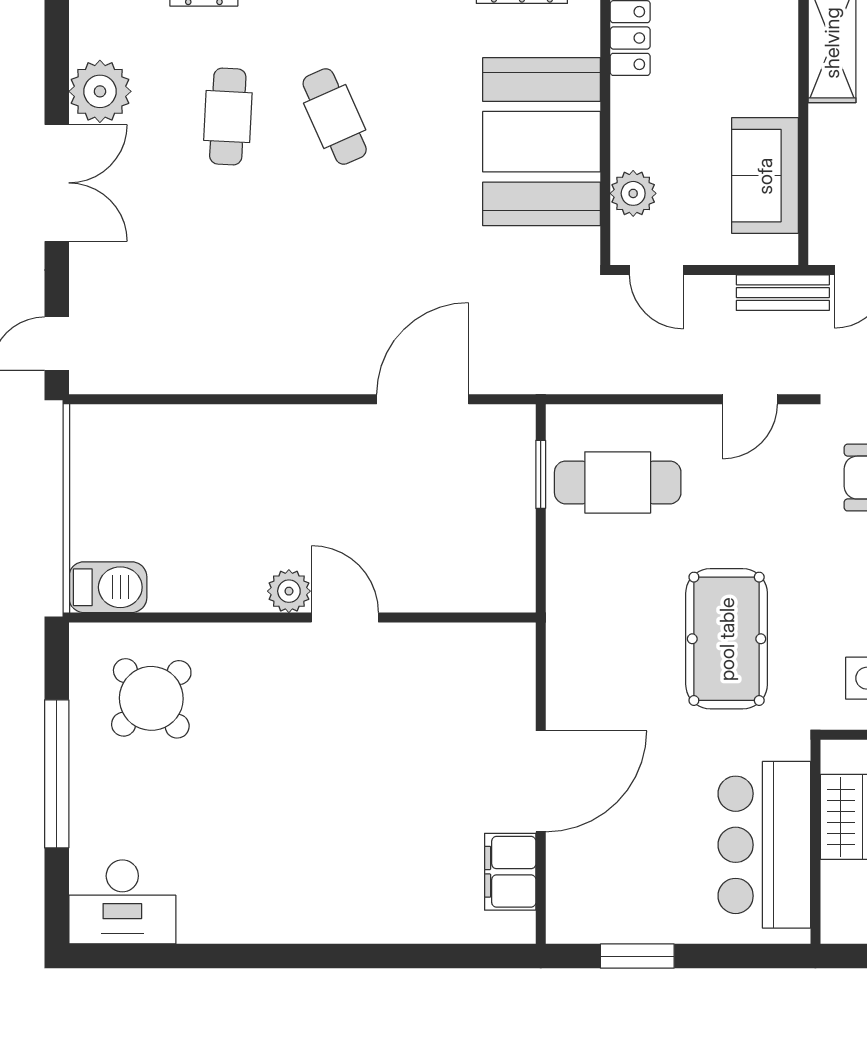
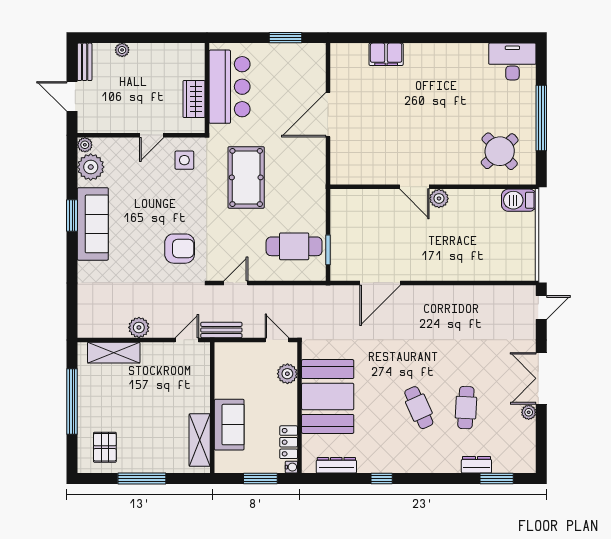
plant: (100, 91) -> (529, 412), width x0.53, depth x0.53
sofa: (765, 176) -> (229, 425), moved
filing cabinet: (510, 872) -> (386, 54), moved, turned 90

